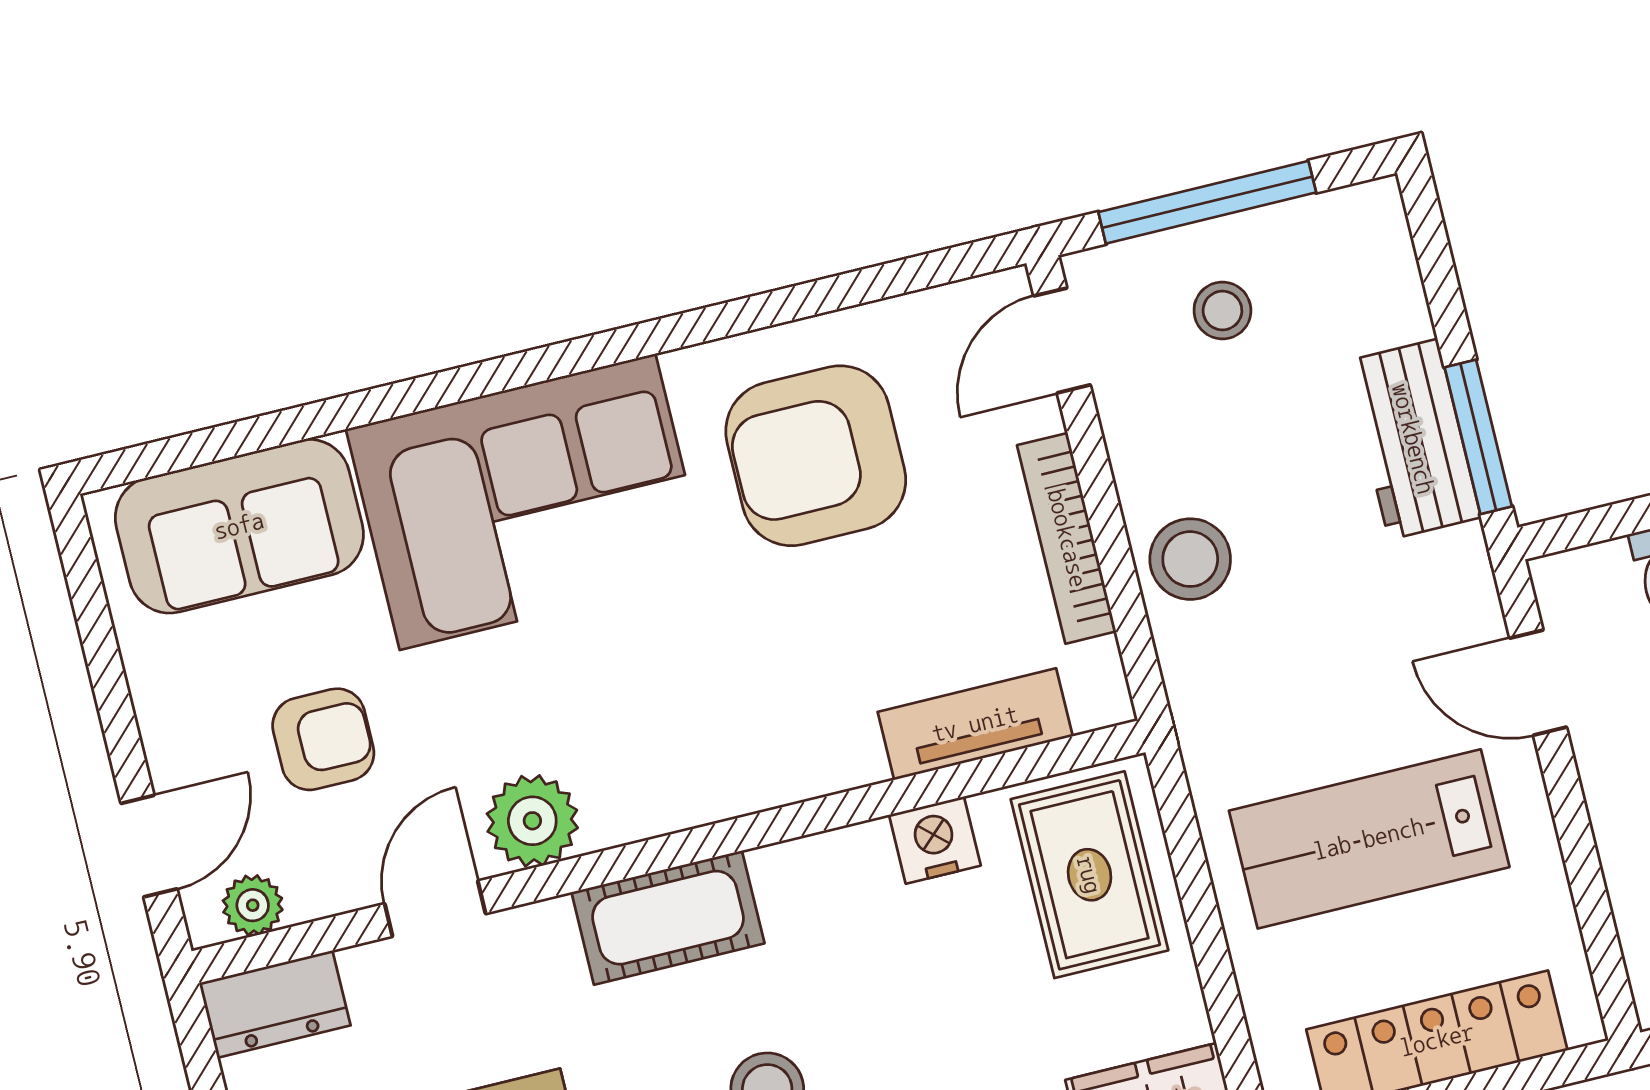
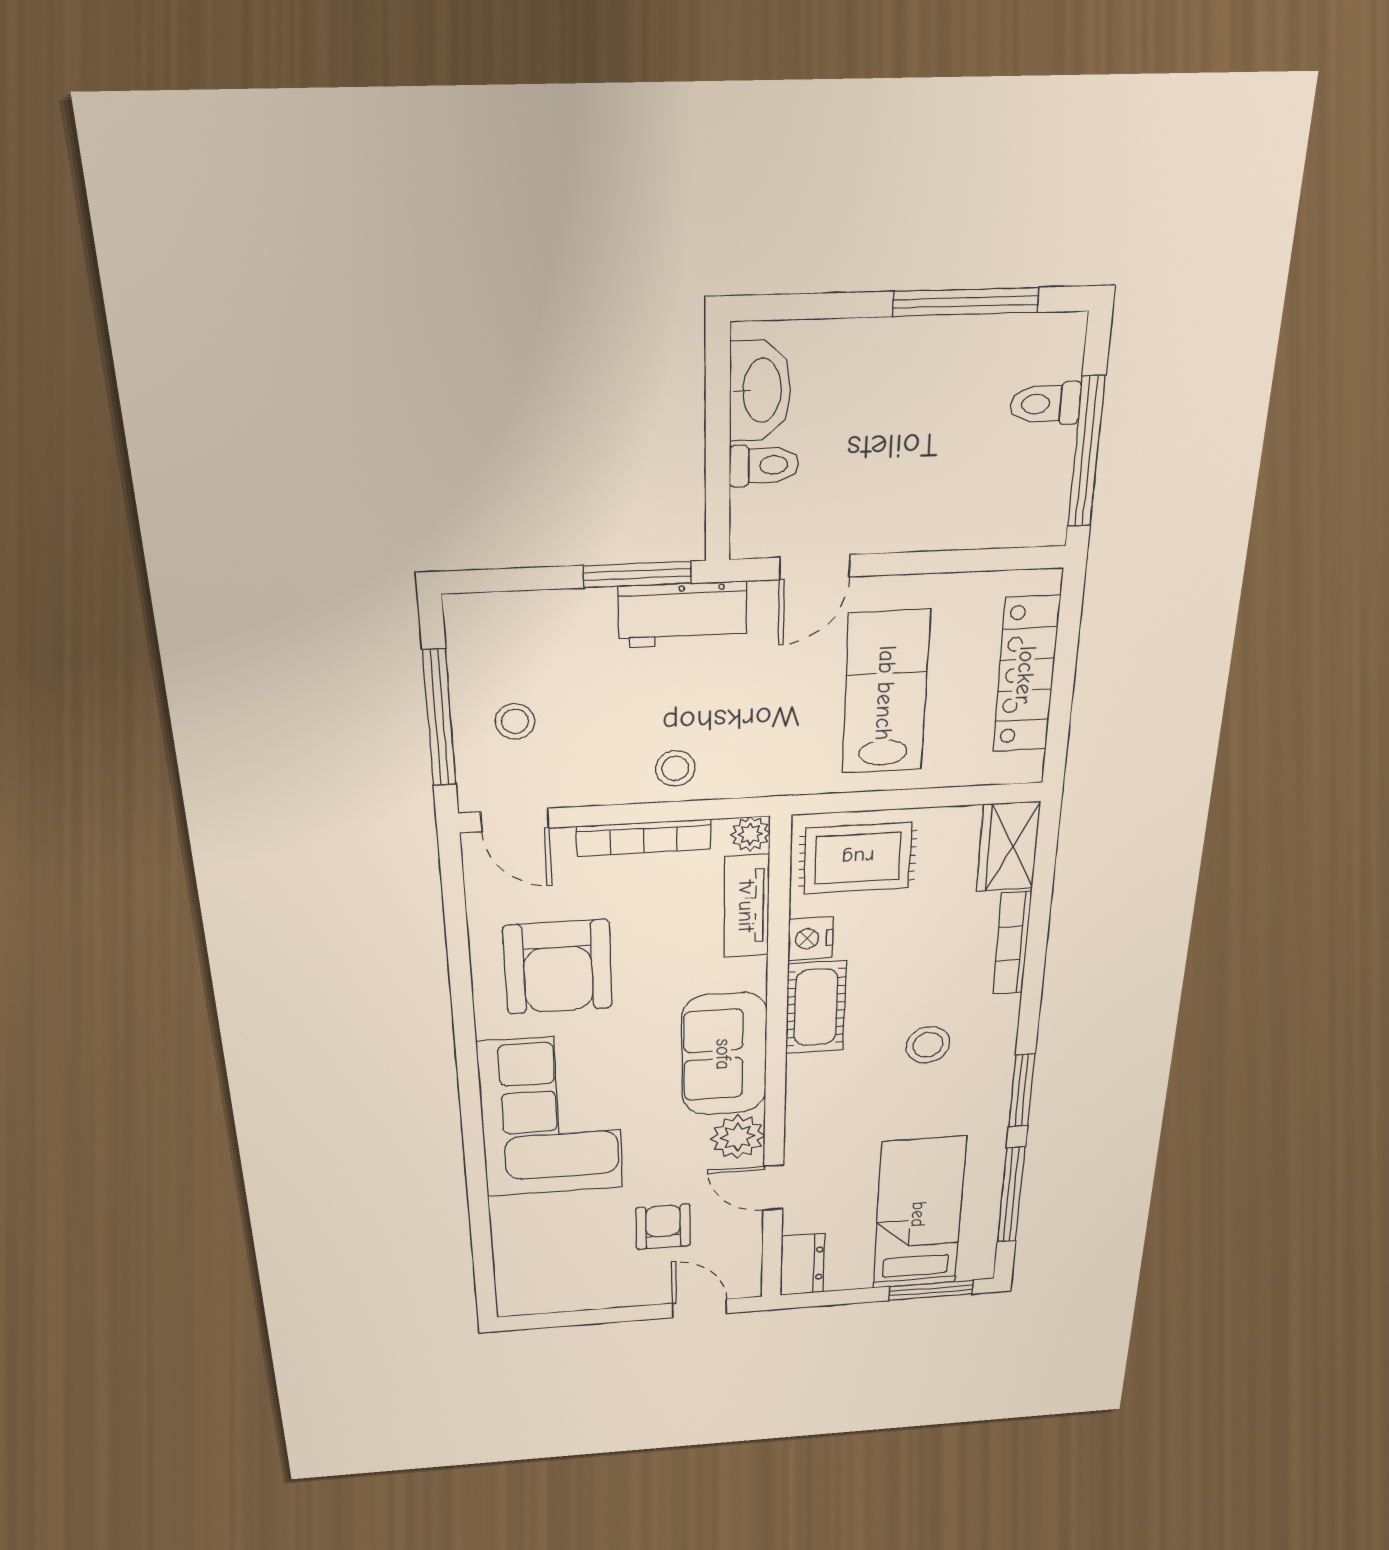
workbench: (1413, 439) -> (683, 615), moved
sofa: (239, 526) -> (724, 1054), moved, turned 180
stool: (1190, 559) -> (675, 768), width x0.73, depth x0.73
lab bench: (1369, 839) -> (886, 693), turned 180
plant: (253, 905) -> (750, 834), moved
cot: (668, 918) -> (816, 1007), moved

